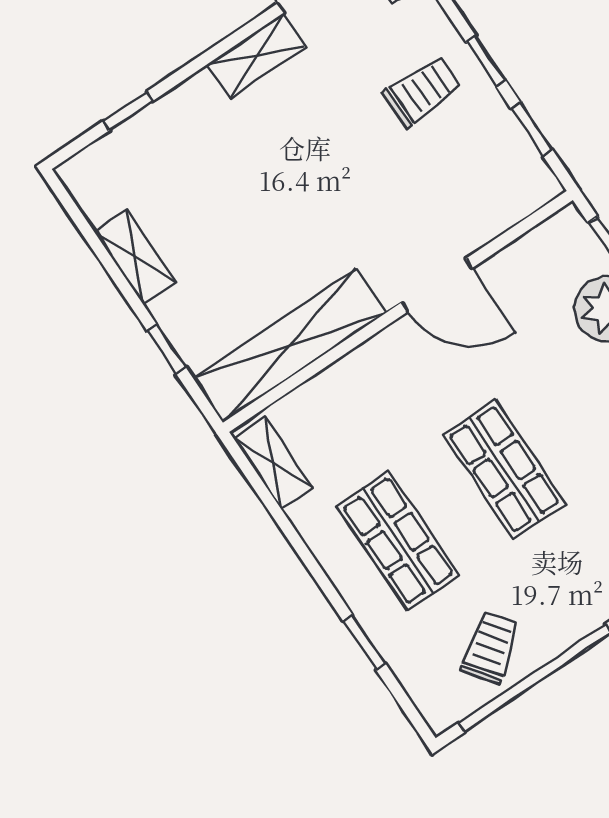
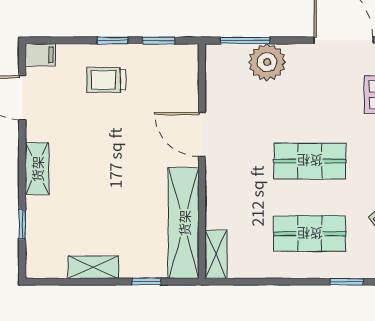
shelving: (257, 56) -> (37, 169), moved
trolley: (422, 91) -> (106, 80), turned -90
door: (437, 285) -> (202, 134), swing flipped
shelving: (273, 463) -> (216, 254), moved, turned 90

